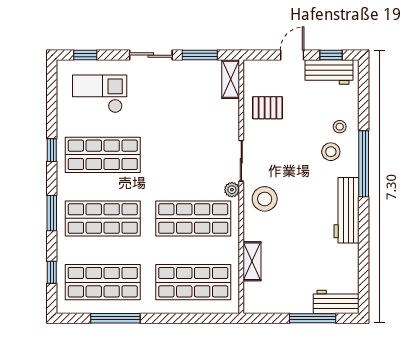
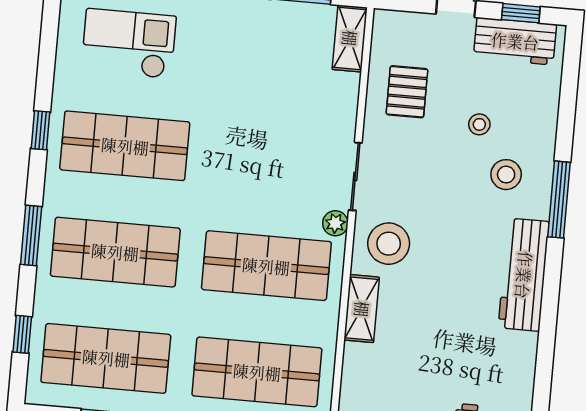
pallet: (268, 108) -> (407, 92), turned 90
stool: (340, 127) -> (479, 124), moved
window: (364, 164) -> (559, 200), width x0.68
shelving: (252, 261) -> (362, 309), moved

